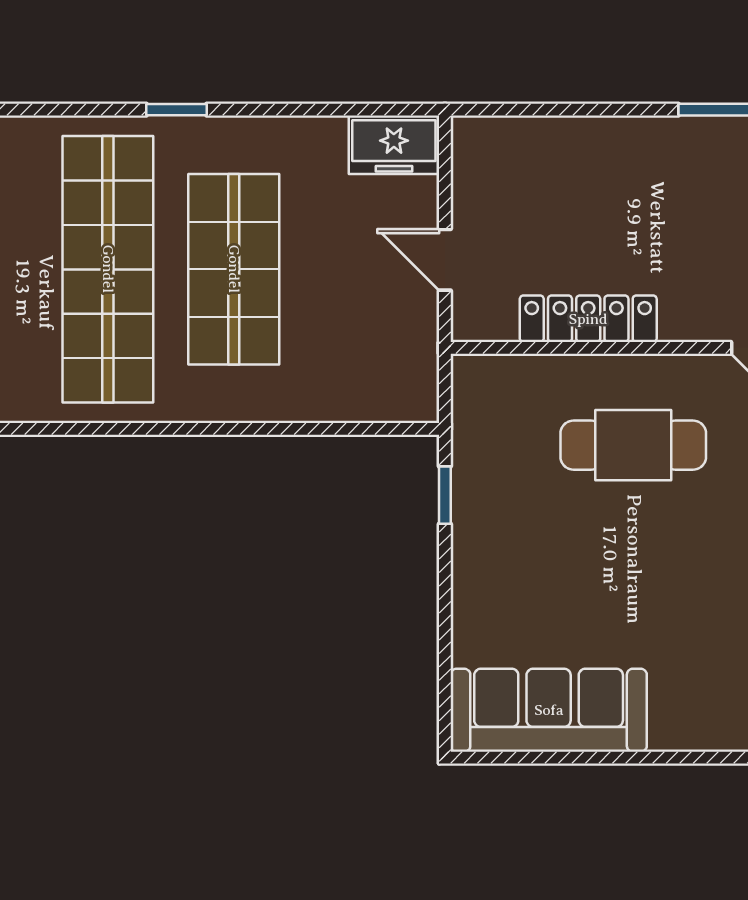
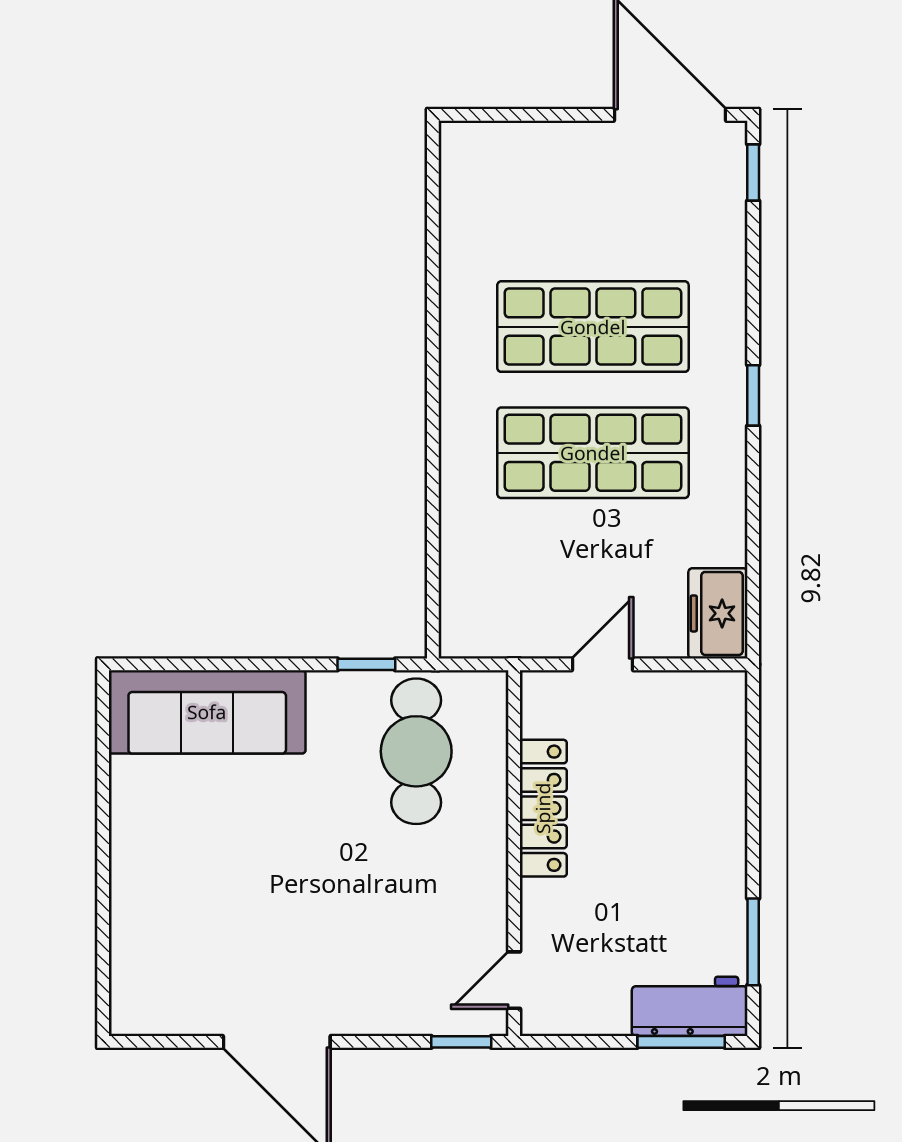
shop shelf: (108, 269) -> (593, 327), width x0.71
cafe table: (633, 445) -> (416, 751), moved
sofa: (549, 710) -> (207, 712), moved, turned 90

